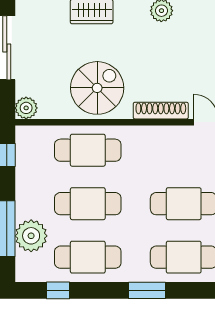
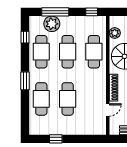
plant: (26, 108) -> (115, 33), moved

